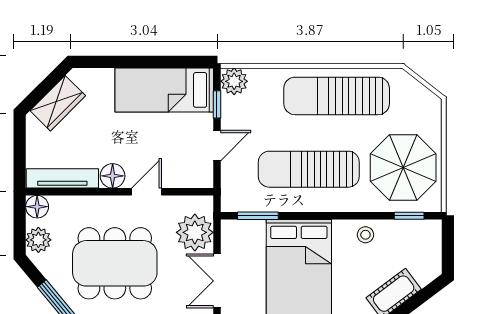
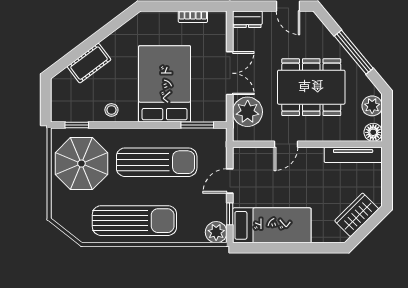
floor lamp: (113, 176) -> (313, 157), removed

